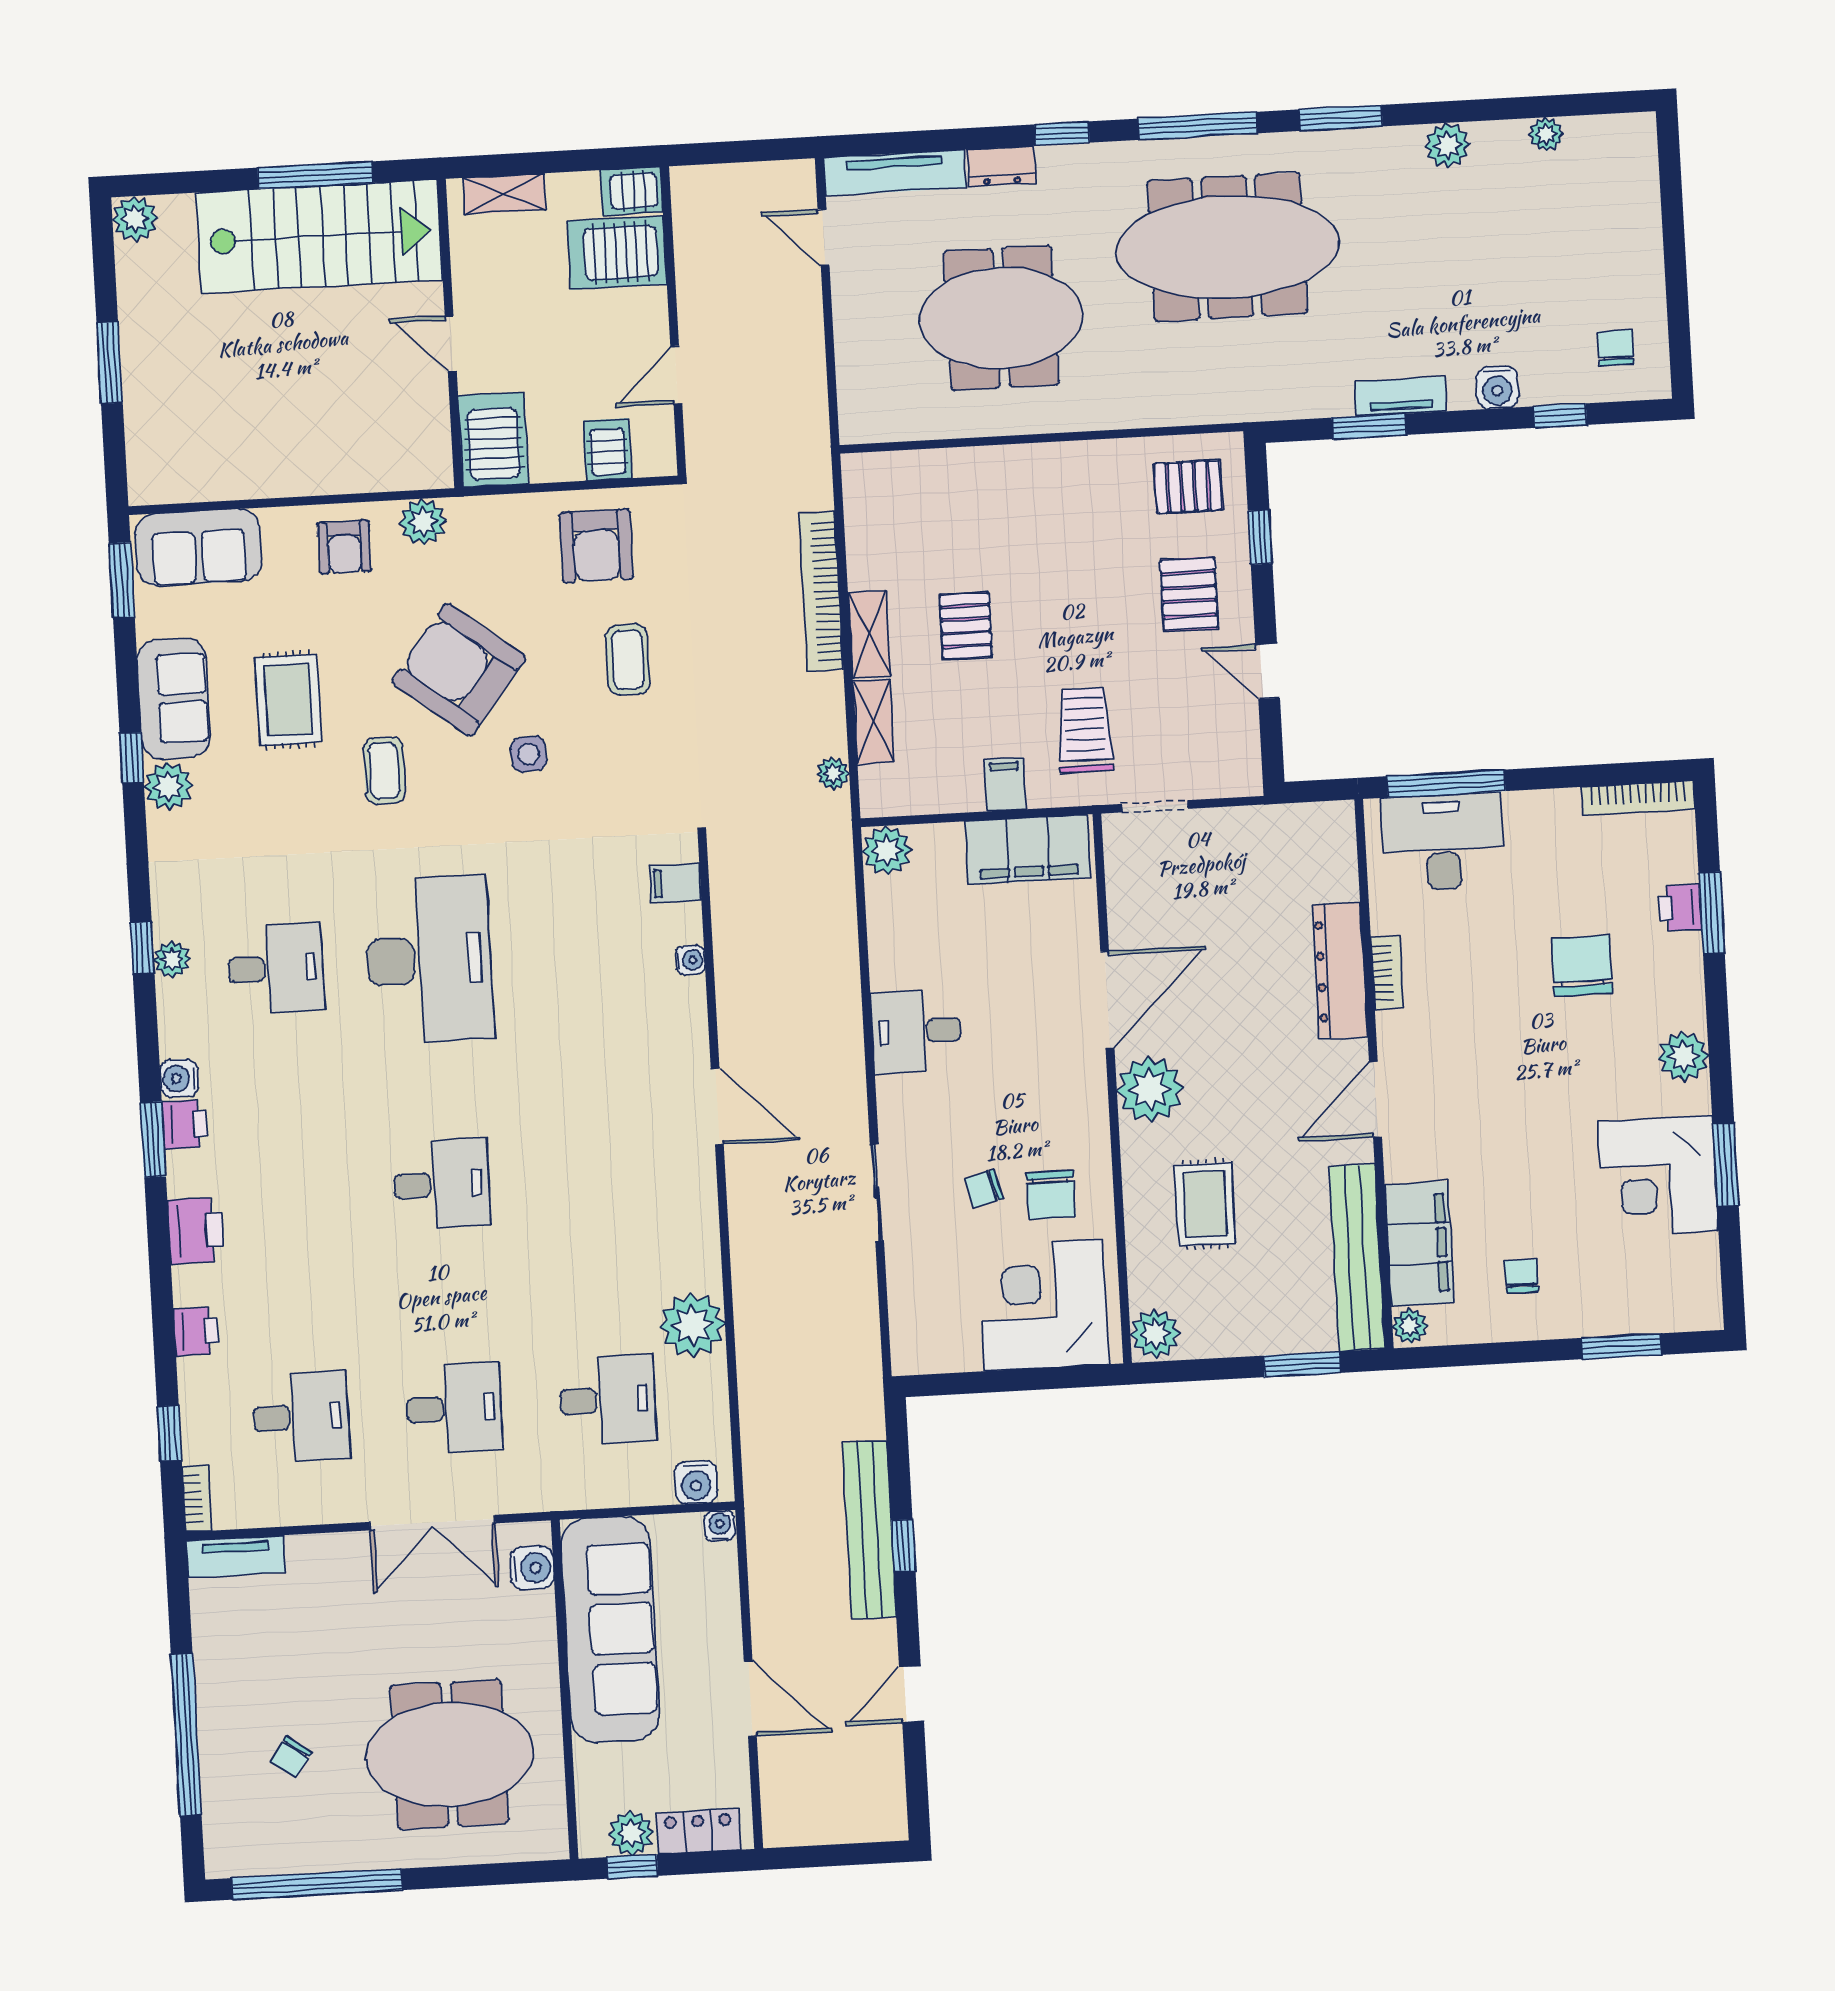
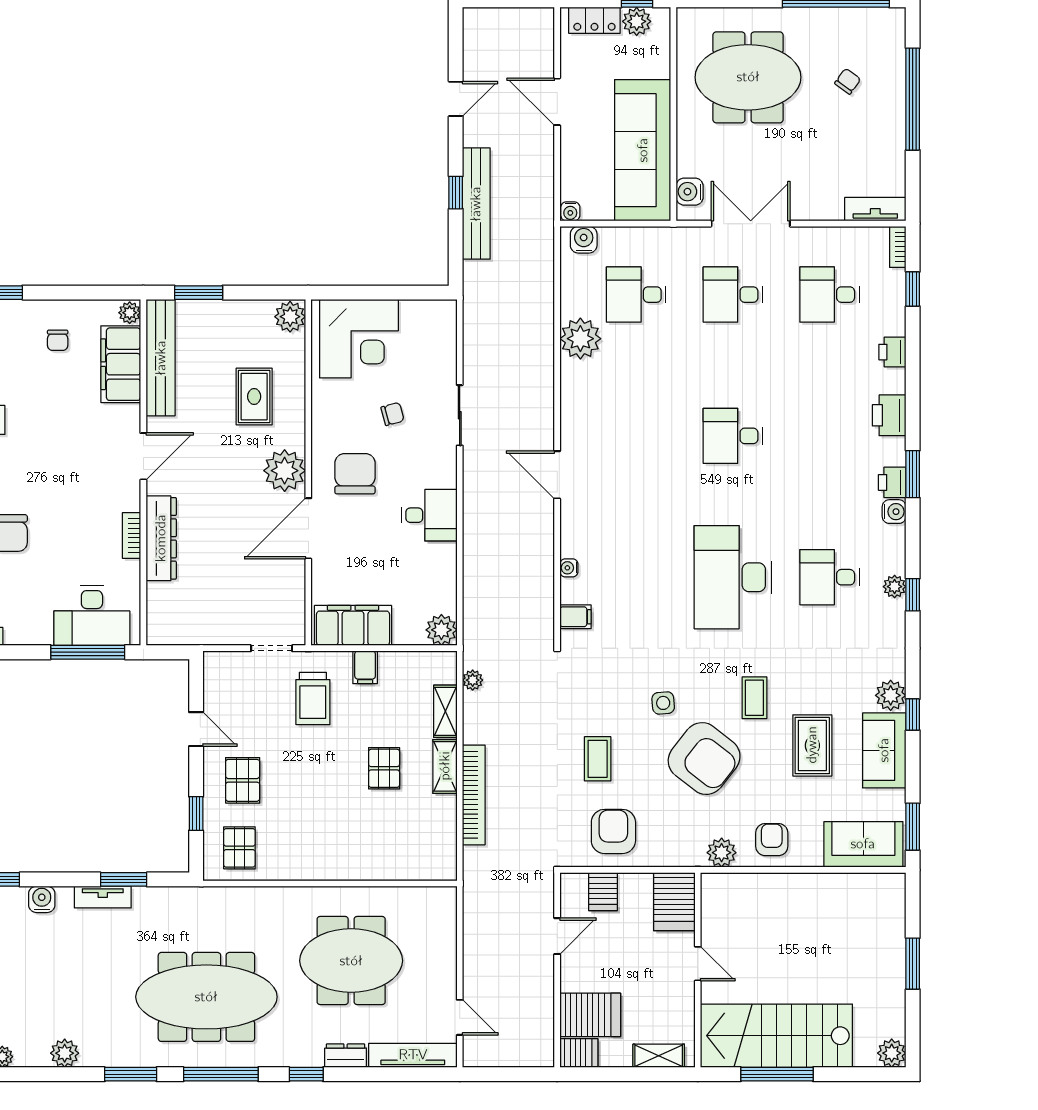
pallet: (1188, 487) -> (239, 848), turned 90
chair: (1051, 1195) -> (355, 474), moved, width x1.37, depth x1.37

